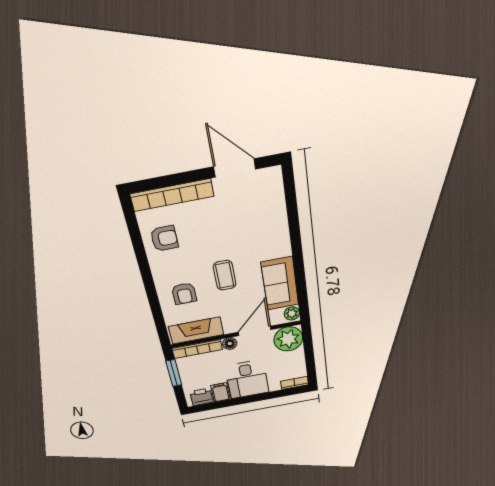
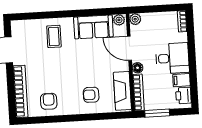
coffee table: (225, 275) -> (54, 36), moved, turned 90
armchair: (184, 294) -> (91, 95), turned 180
plant: (288, 339) -> (135, 19), width x0.53, depth x0.53

